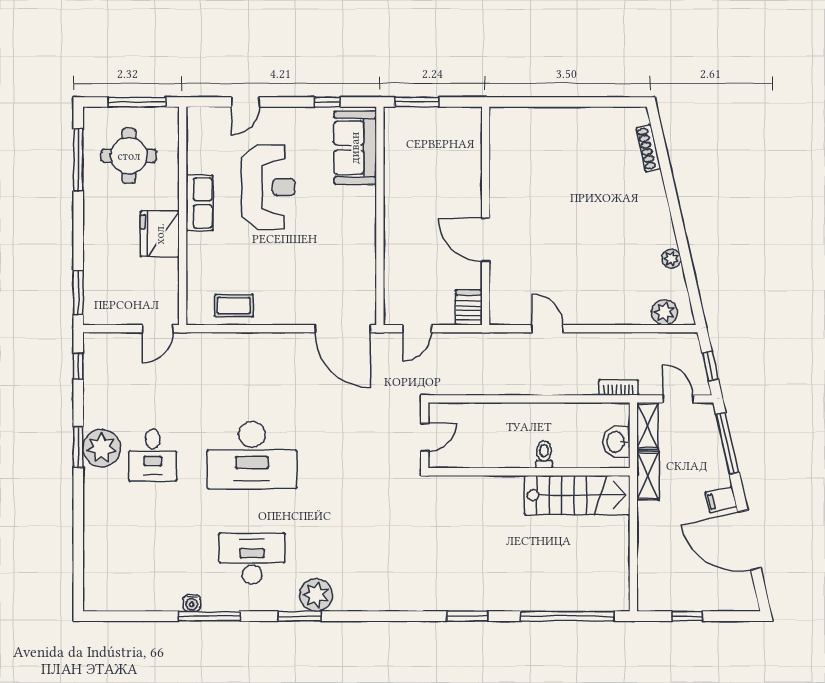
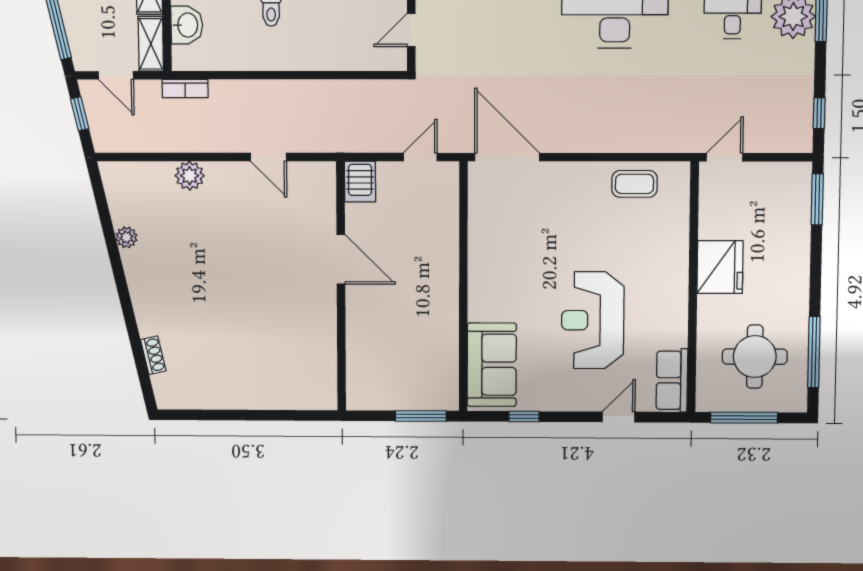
shoe rack: (648, 148) -> (153, 355), width x0.70
row of seats: (200, 203) -> (672, 380), moved
plant: (664, 312) -> (190, 176), moved

